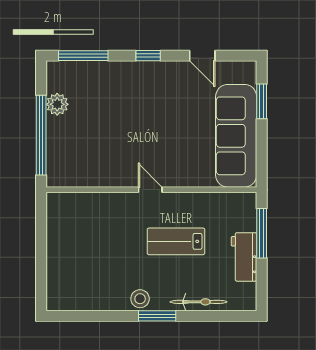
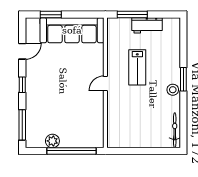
bicycle: (199, 302) -> (175, 130), moved

